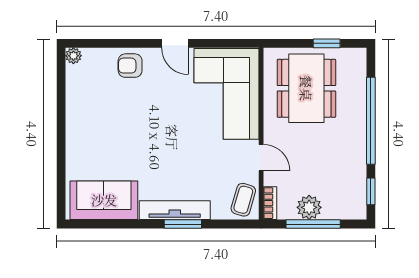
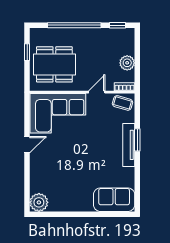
plant: (73, 56) -> (39, 202), width x1.88, depth x1.88
armchair: (130, 66) -> (41, 172), removed
sofa: (104, 200) -> (114, 200), moved, turned 90
window: (313, 224) -> (137, 60), removed

